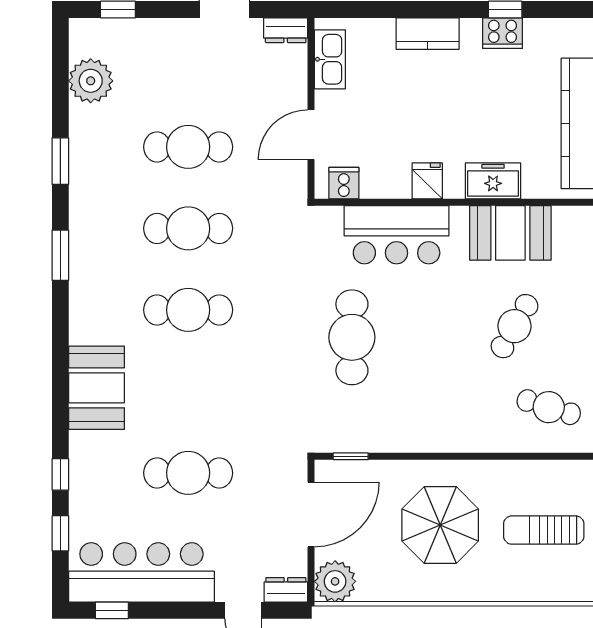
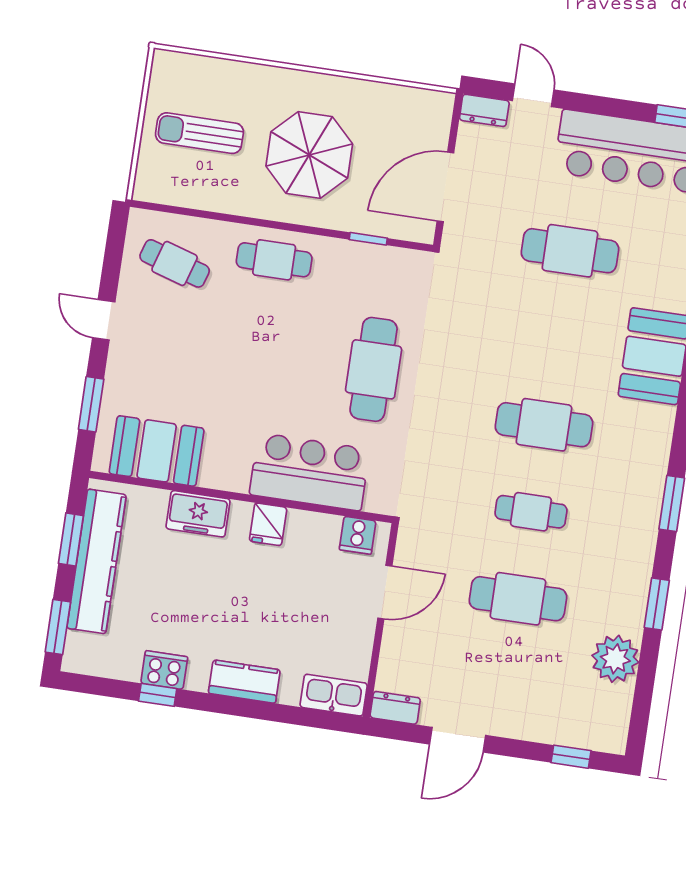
kitchen sink: (330, 59) -> (334, 695), moved, turned 90
plant: (91, 81) -> (615, 659), moved
cafe table: (188, 228) -> (531, 512), width x0.73, depth x0.74
booth: (510, 233) -> (157, 451), moved
cafe table: (515, 326) -> (274, 260), moved, turned 60
window: (351, 456) -> (368, 239), moved
sun lounger: (544, 530) -> (199, 133), turned 180
plant: (335, 581) -> (430, 112), removed

